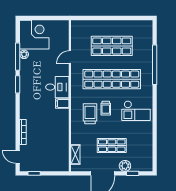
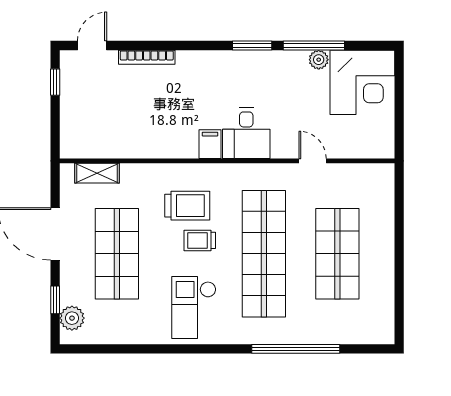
shop shelf: (112, 146) -> (117, 254), width x1.43, depth x1.36
plant: (125, 166) -> (72, 318), moved

